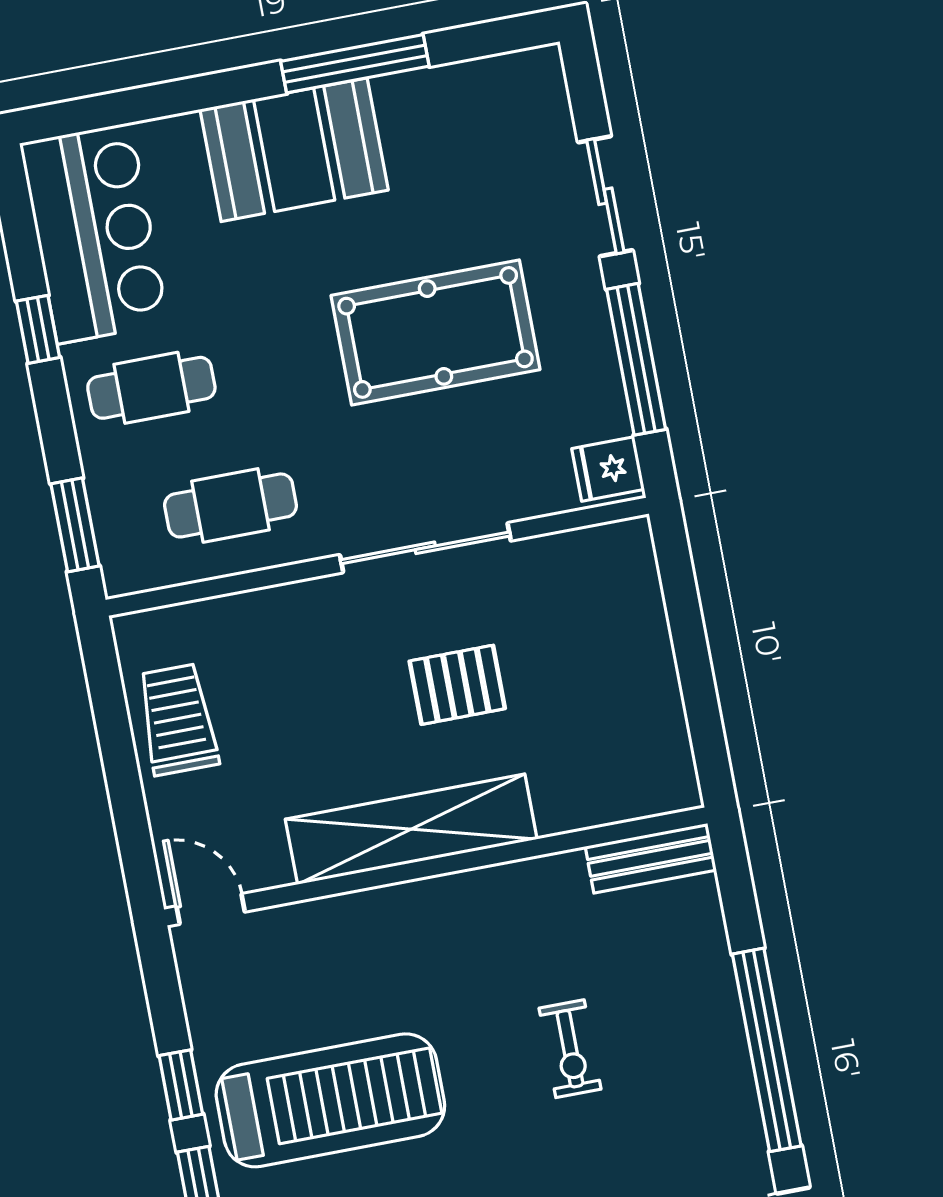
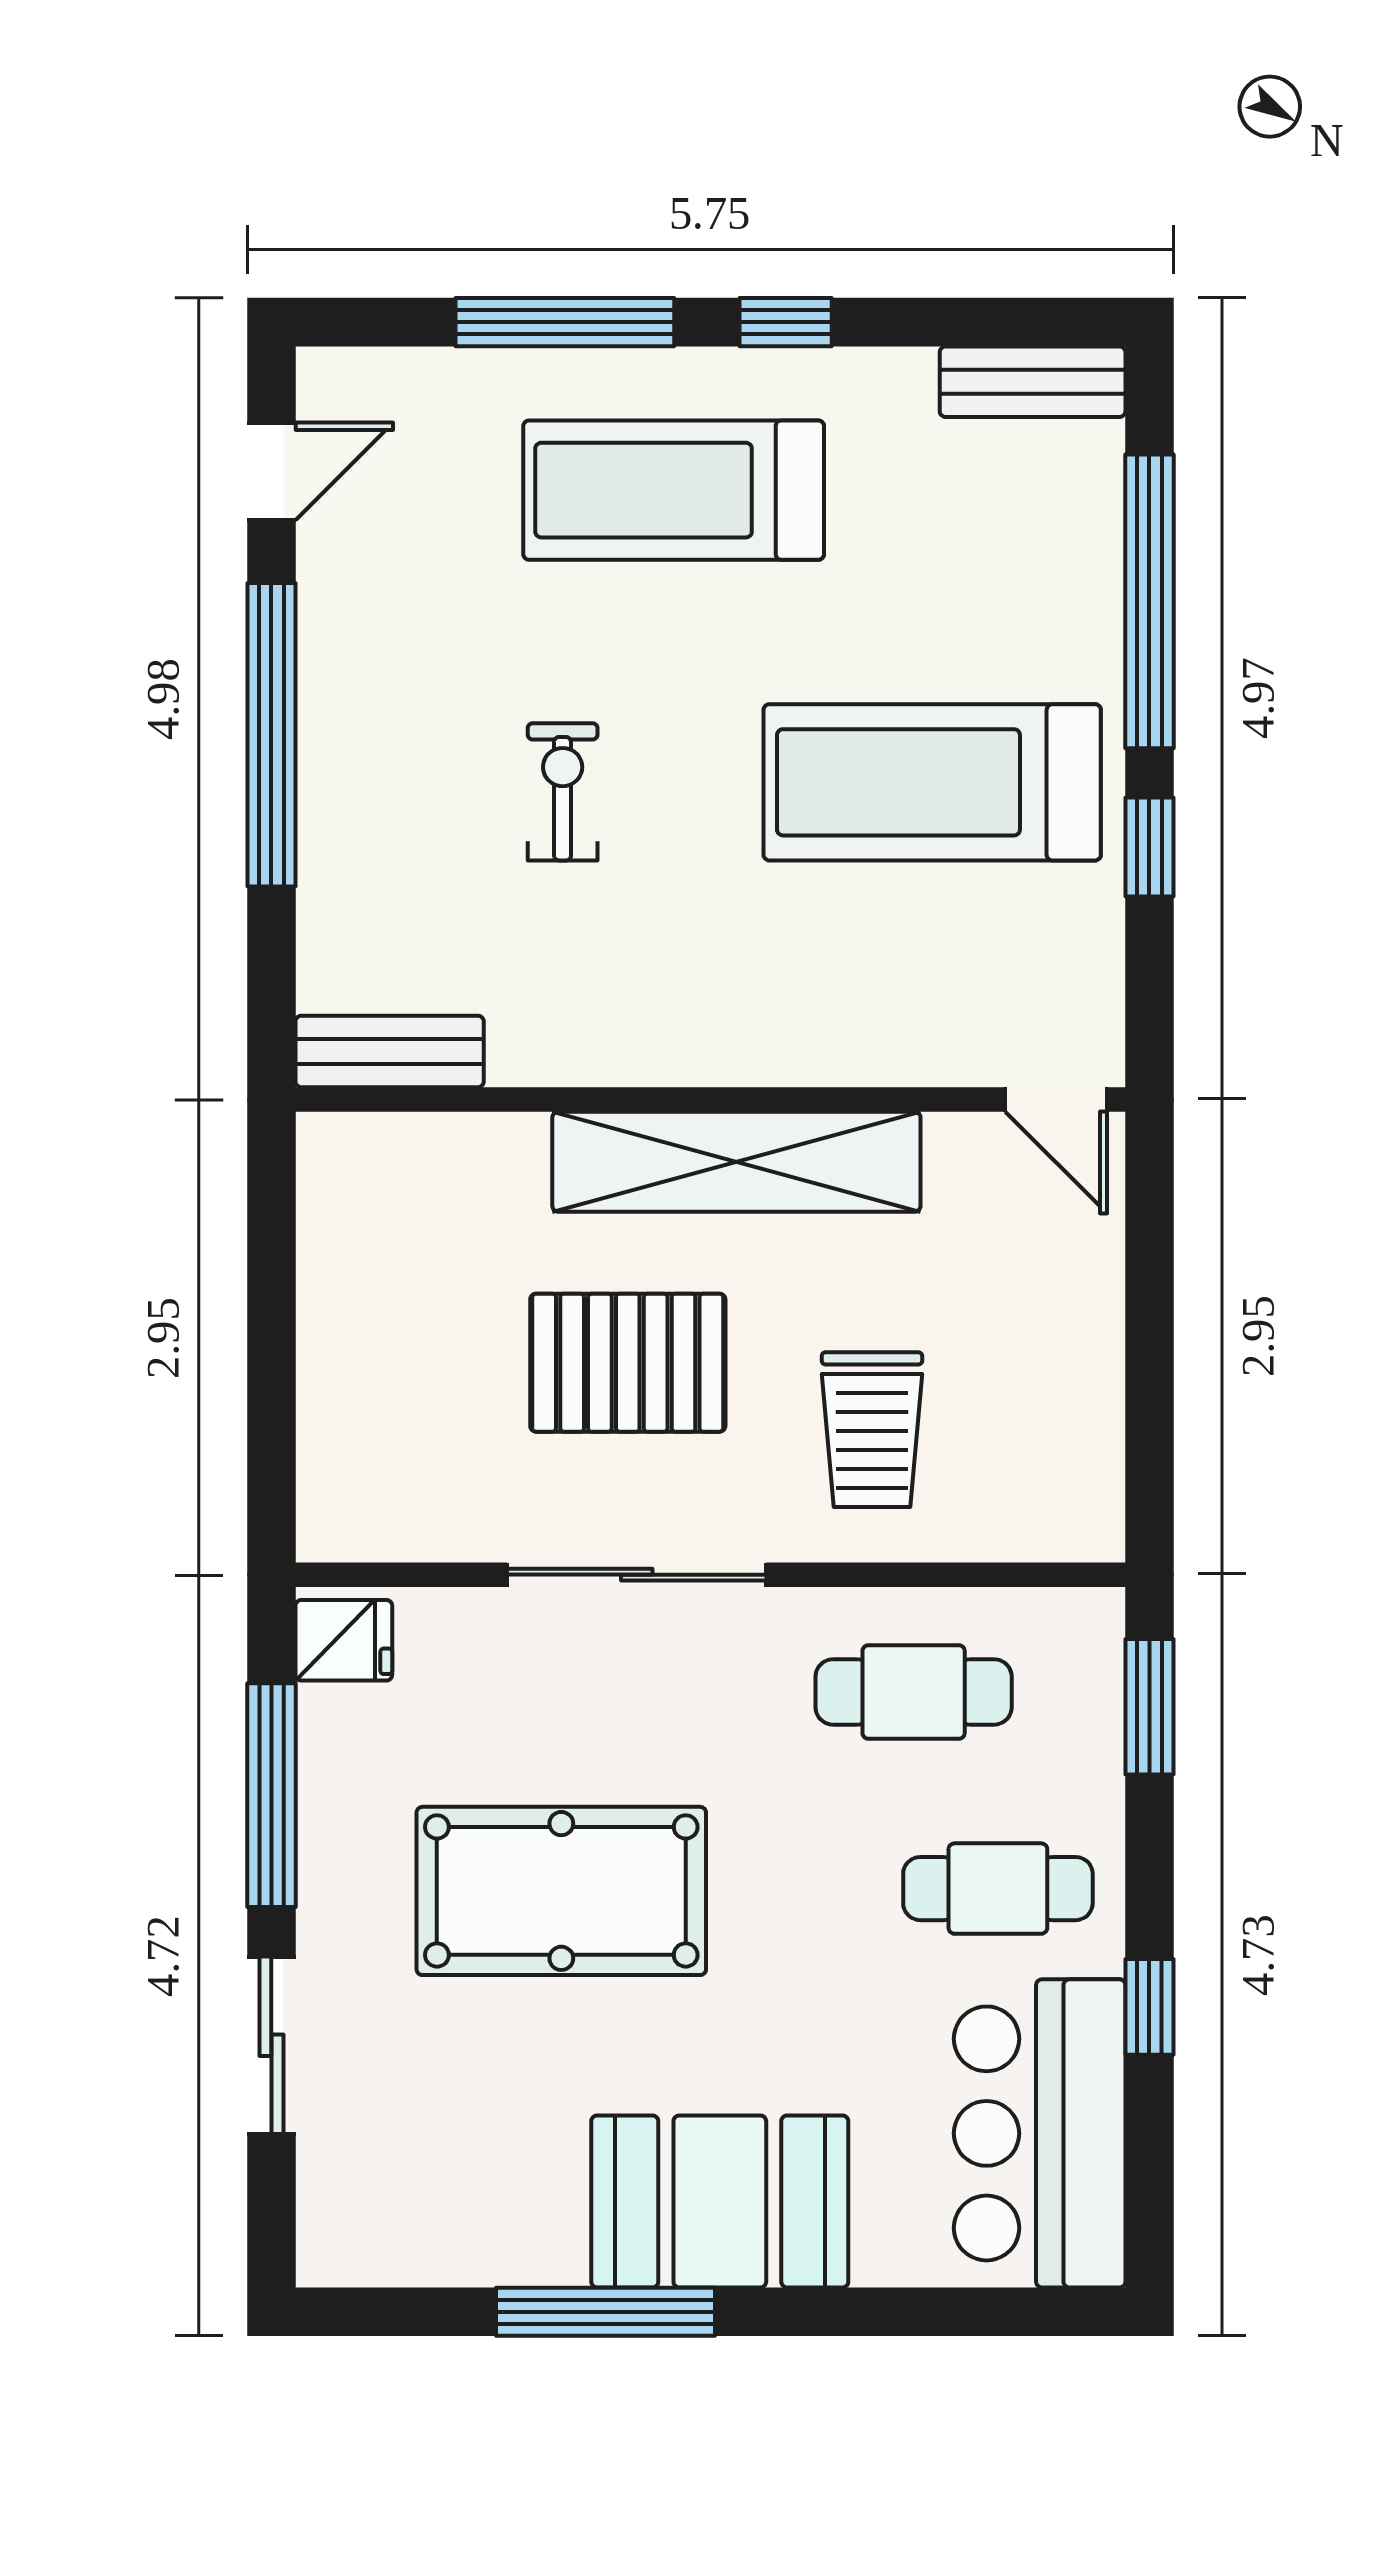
pallet: (457, 685) -> (628, 1363), width x1.50, depth x1.42
trolley: (178, 720) -> (872, 1430), moved

